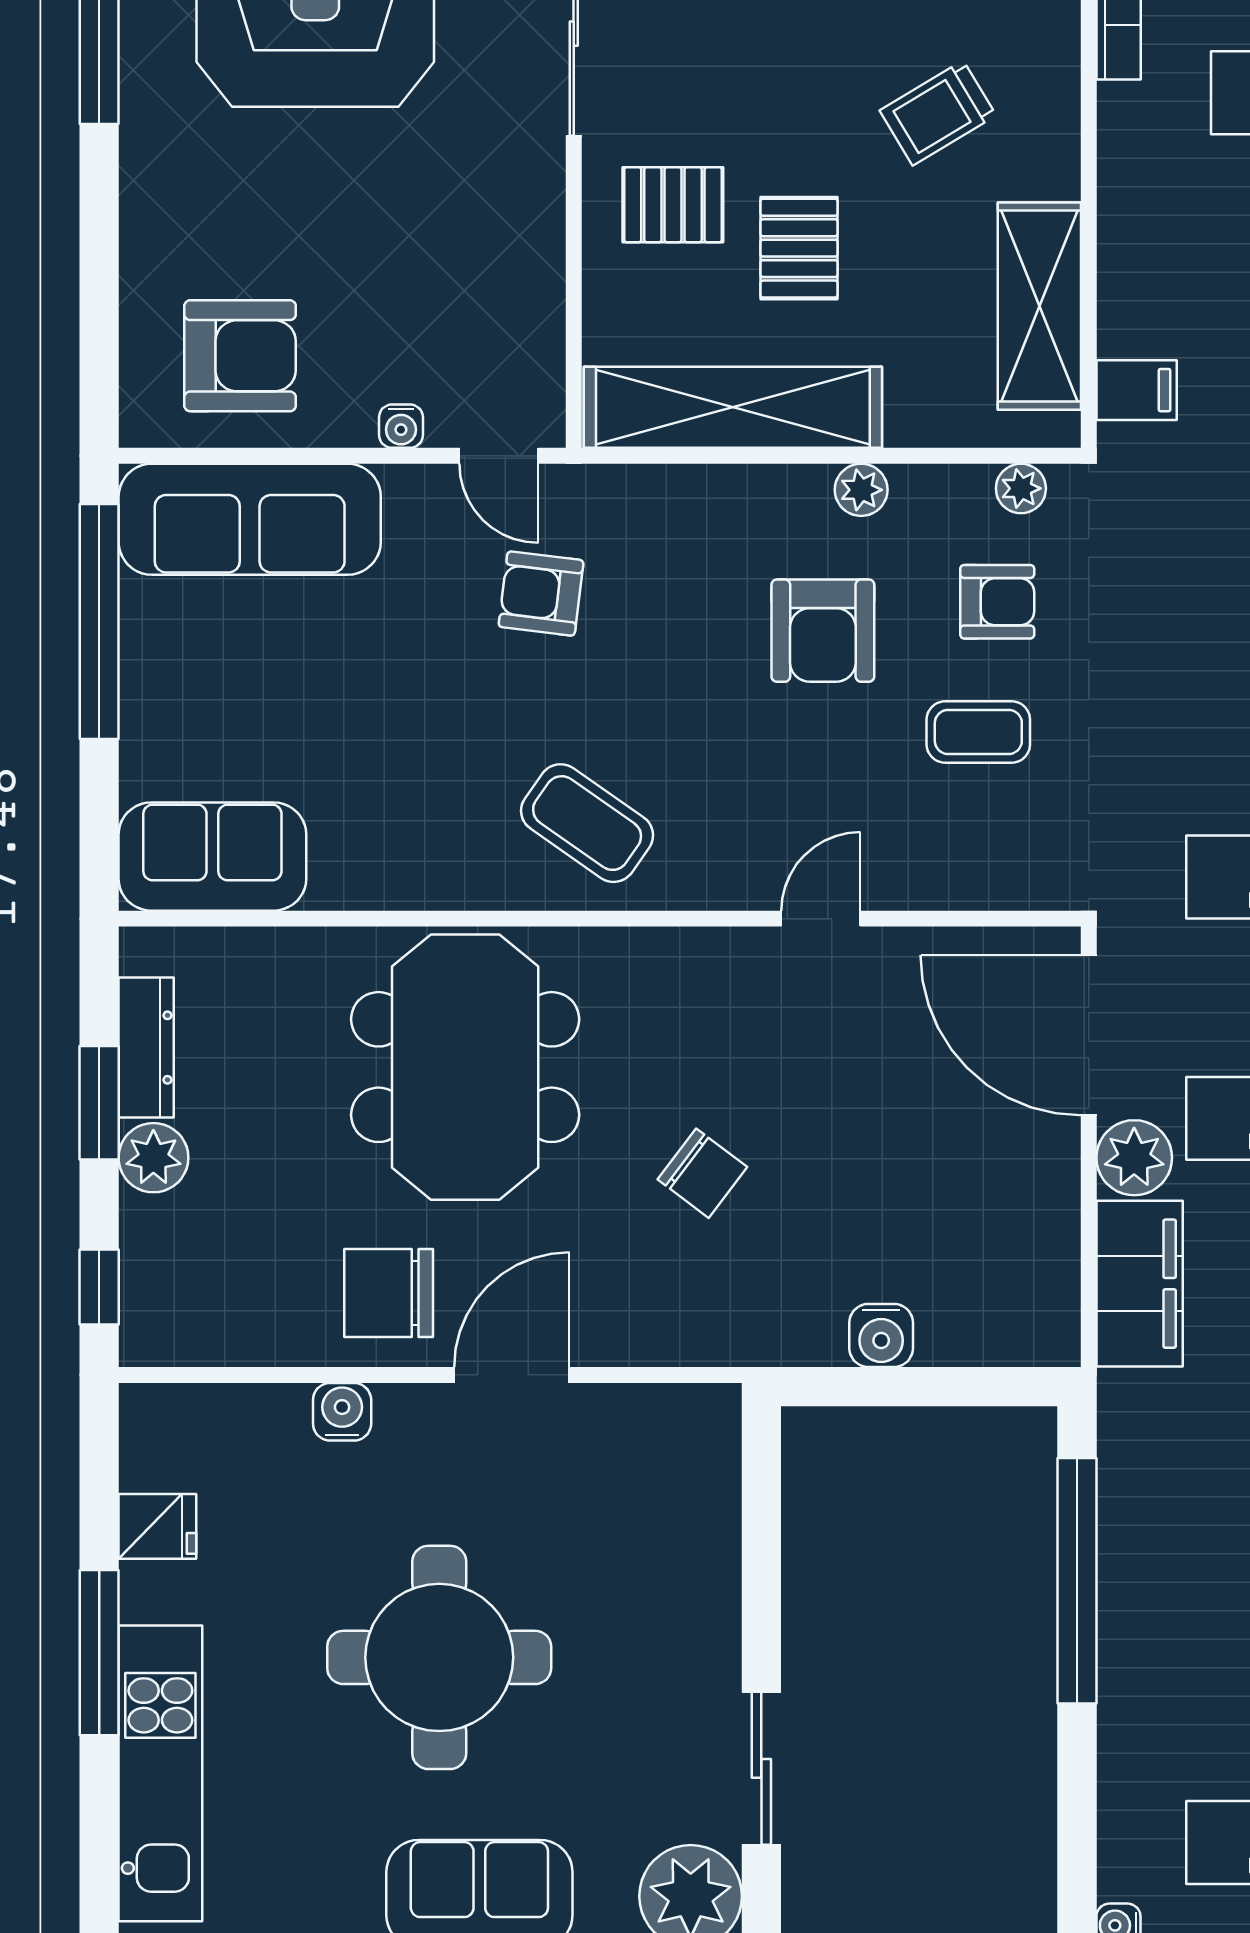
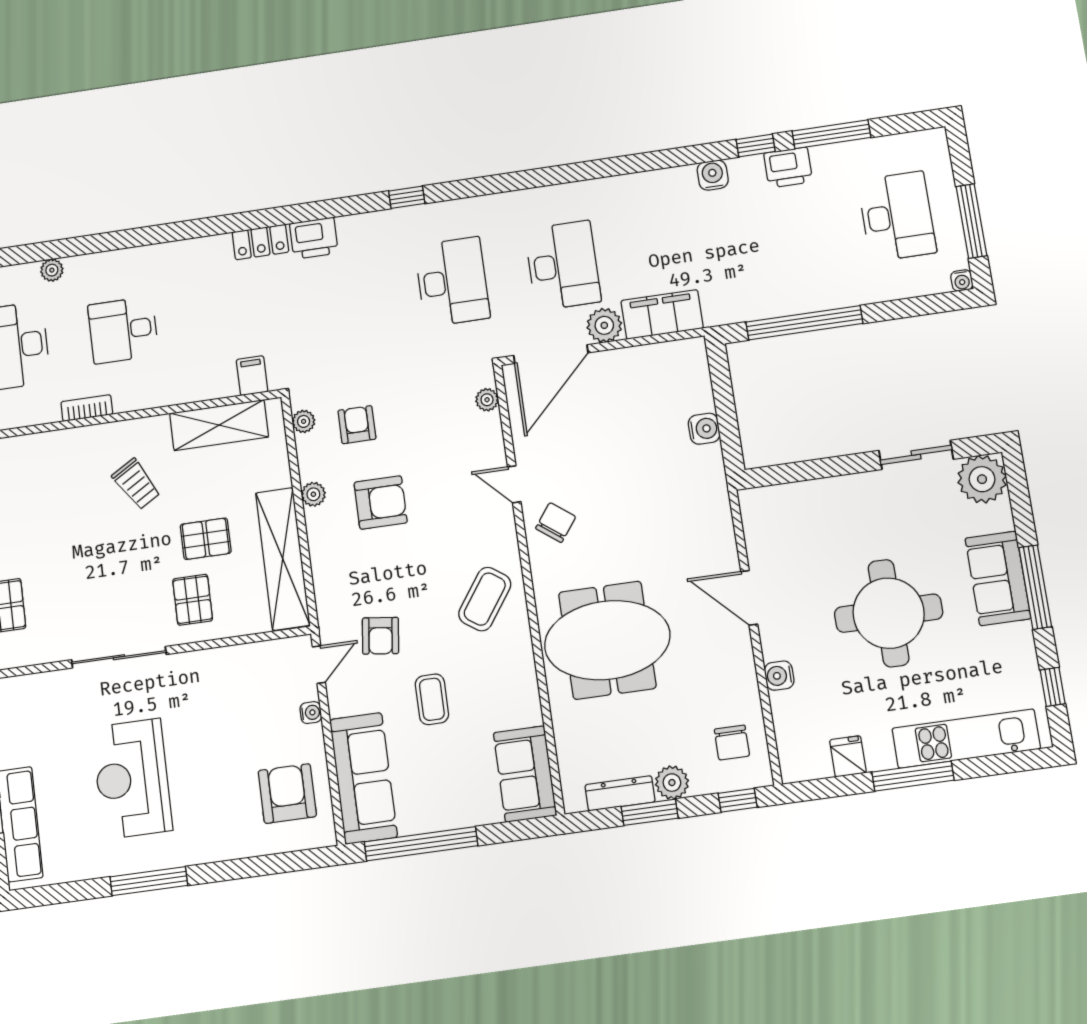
coffee table: (978, 732) -> (432, 699), moved
plant: (1010, 886) -> (487, 400), added
chair: (702, 1173) -> (556, 523), moved
chair: (389, 1293) -> (732, 743), moved, width x0.73, depth x0.73

